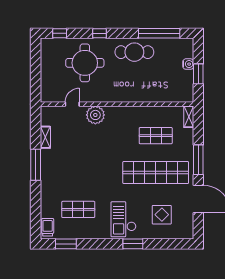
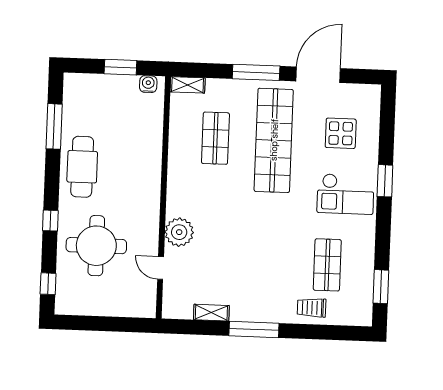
window: (159, 33) -> (54, 126), width x0.68
water cooler: (188, 64) -> (148, 84), moved
trolley: (48, 227) -> (312, 308), moved

